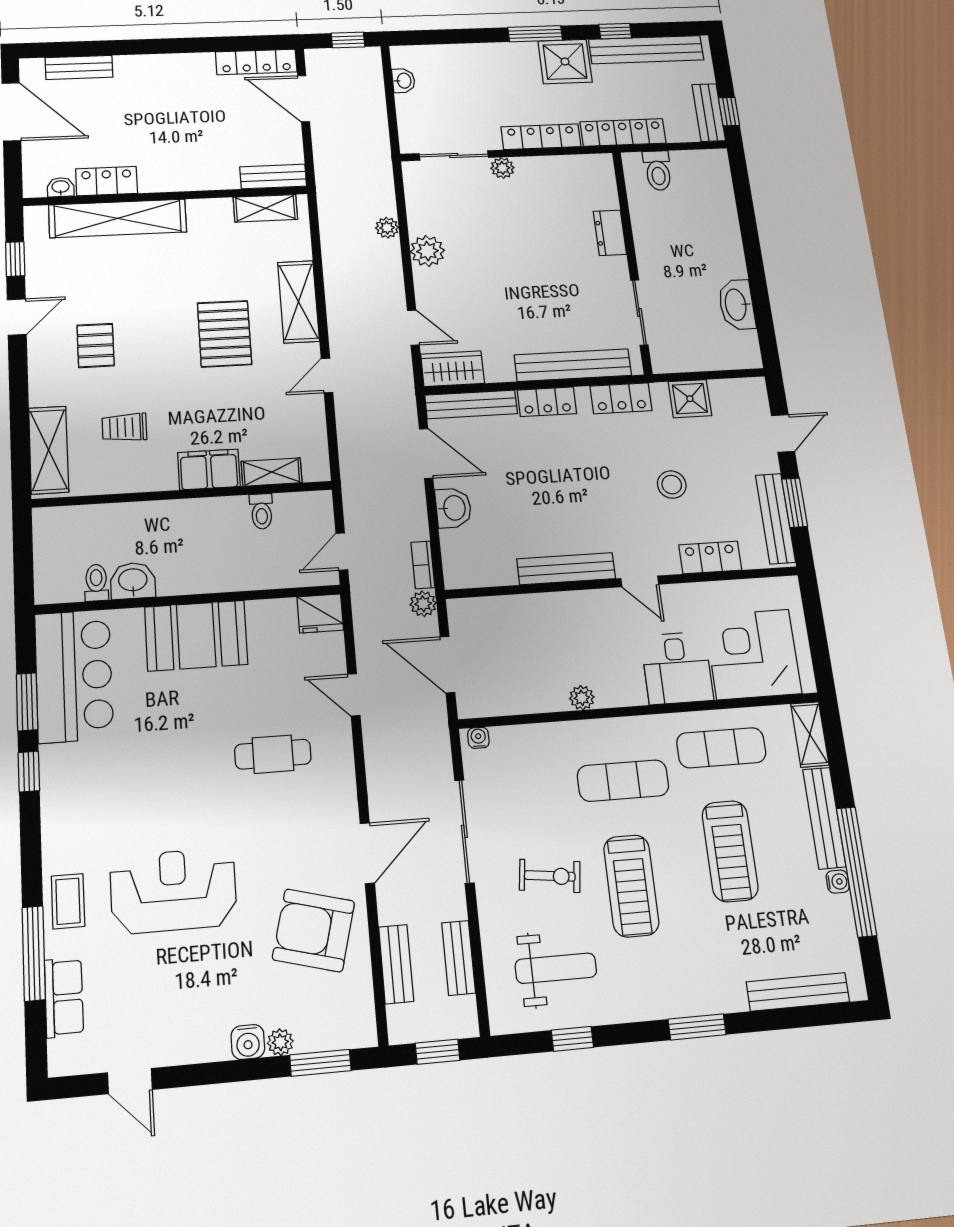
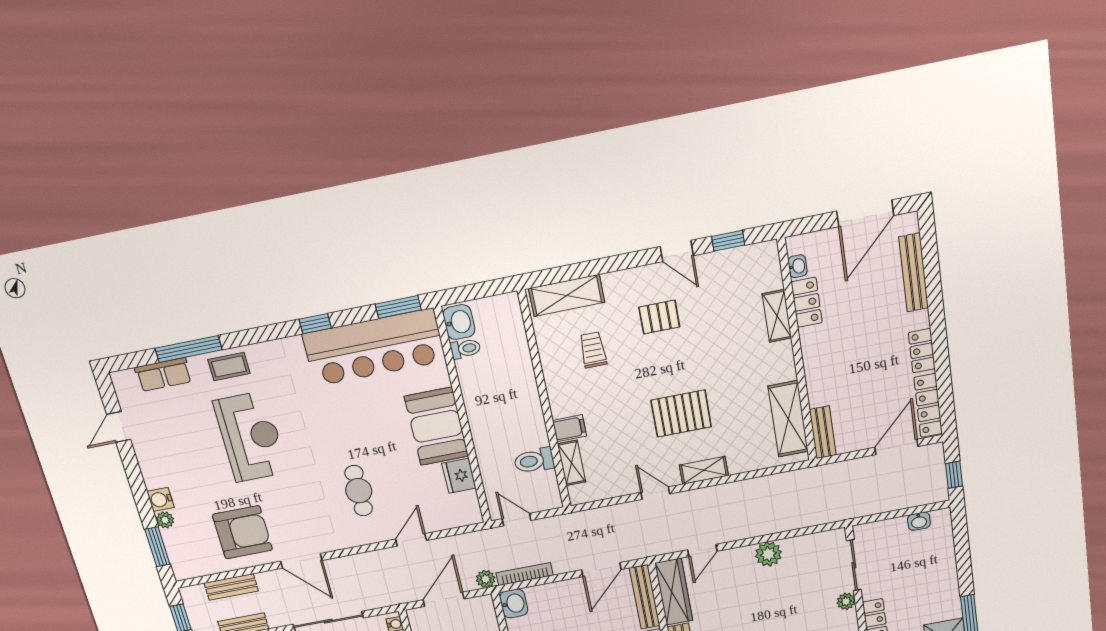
locker: (187, 64) -> (922, 351), added
bench: (79, 67) -> (914, 273), width x1.36
shelving: (265, 208) -> (788, 419), width x1.50, depth x1.33
shelving: (118, 218) -> (777, 316), width x0.45, depth x0.75
plant: (387, 228) -> (786, 523), removed
shelving: (298, 302) -> (704, 470), width x0.67, depth x0.75
wardrobe: (453, 369) -> (674, 592), width x1.50
filing cabinet: (209, 469) -> (570, 428), width x0.50
washbasin: (453, 508) -> (514, 603), moved, turned -90
toilet: (261, 511) -> (534, 461), width x1.37, depth x1.39
bookcase: (423, 565) -> (525, 574), width x1.56
washbasin: (133, 581) -> (459, 322), moved
fridge: (320, 613) -> (459, 476), moved
bar counter: (74, 676) -> (374, 347), width x1.36
window: (27, 702) -> (398, 307), moved
armchair: (314, 930) -> (242, 532), turned 75

